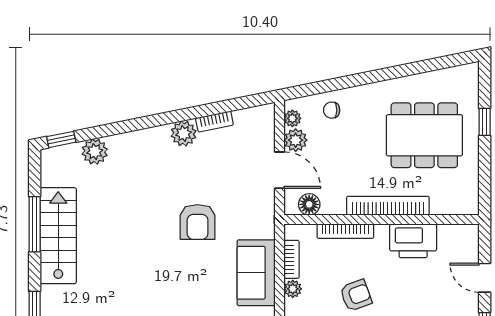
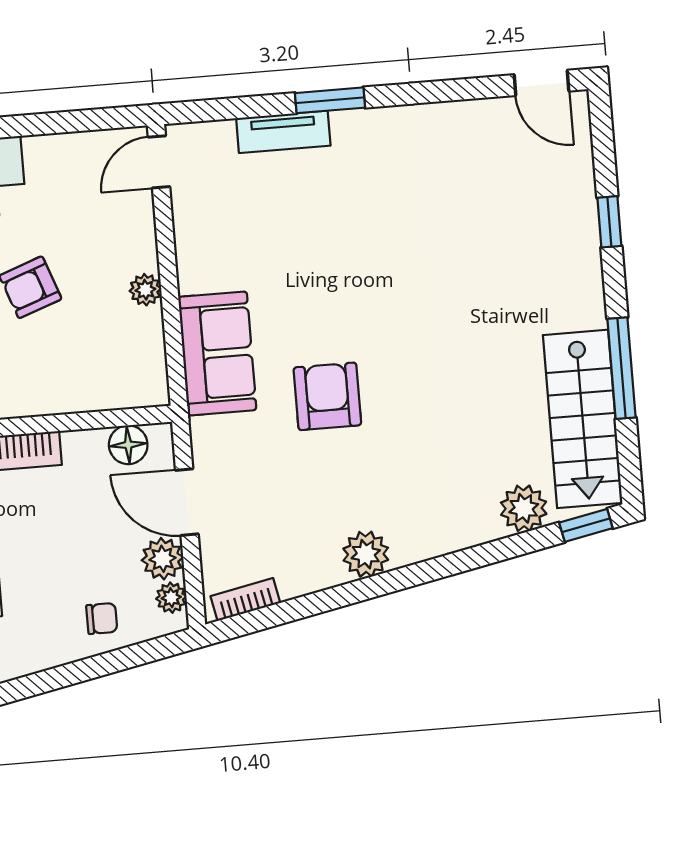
bookcase: (214, 122) -> (245, 600), moved
bookcase: (345, 231) -> (59, 402), removed
stairs: (58, 236) -> (583, 419), moved
bookcase: (292, 259) -> (152, 343), removed
sofa: (256, 273) -> (217, 353), moved

